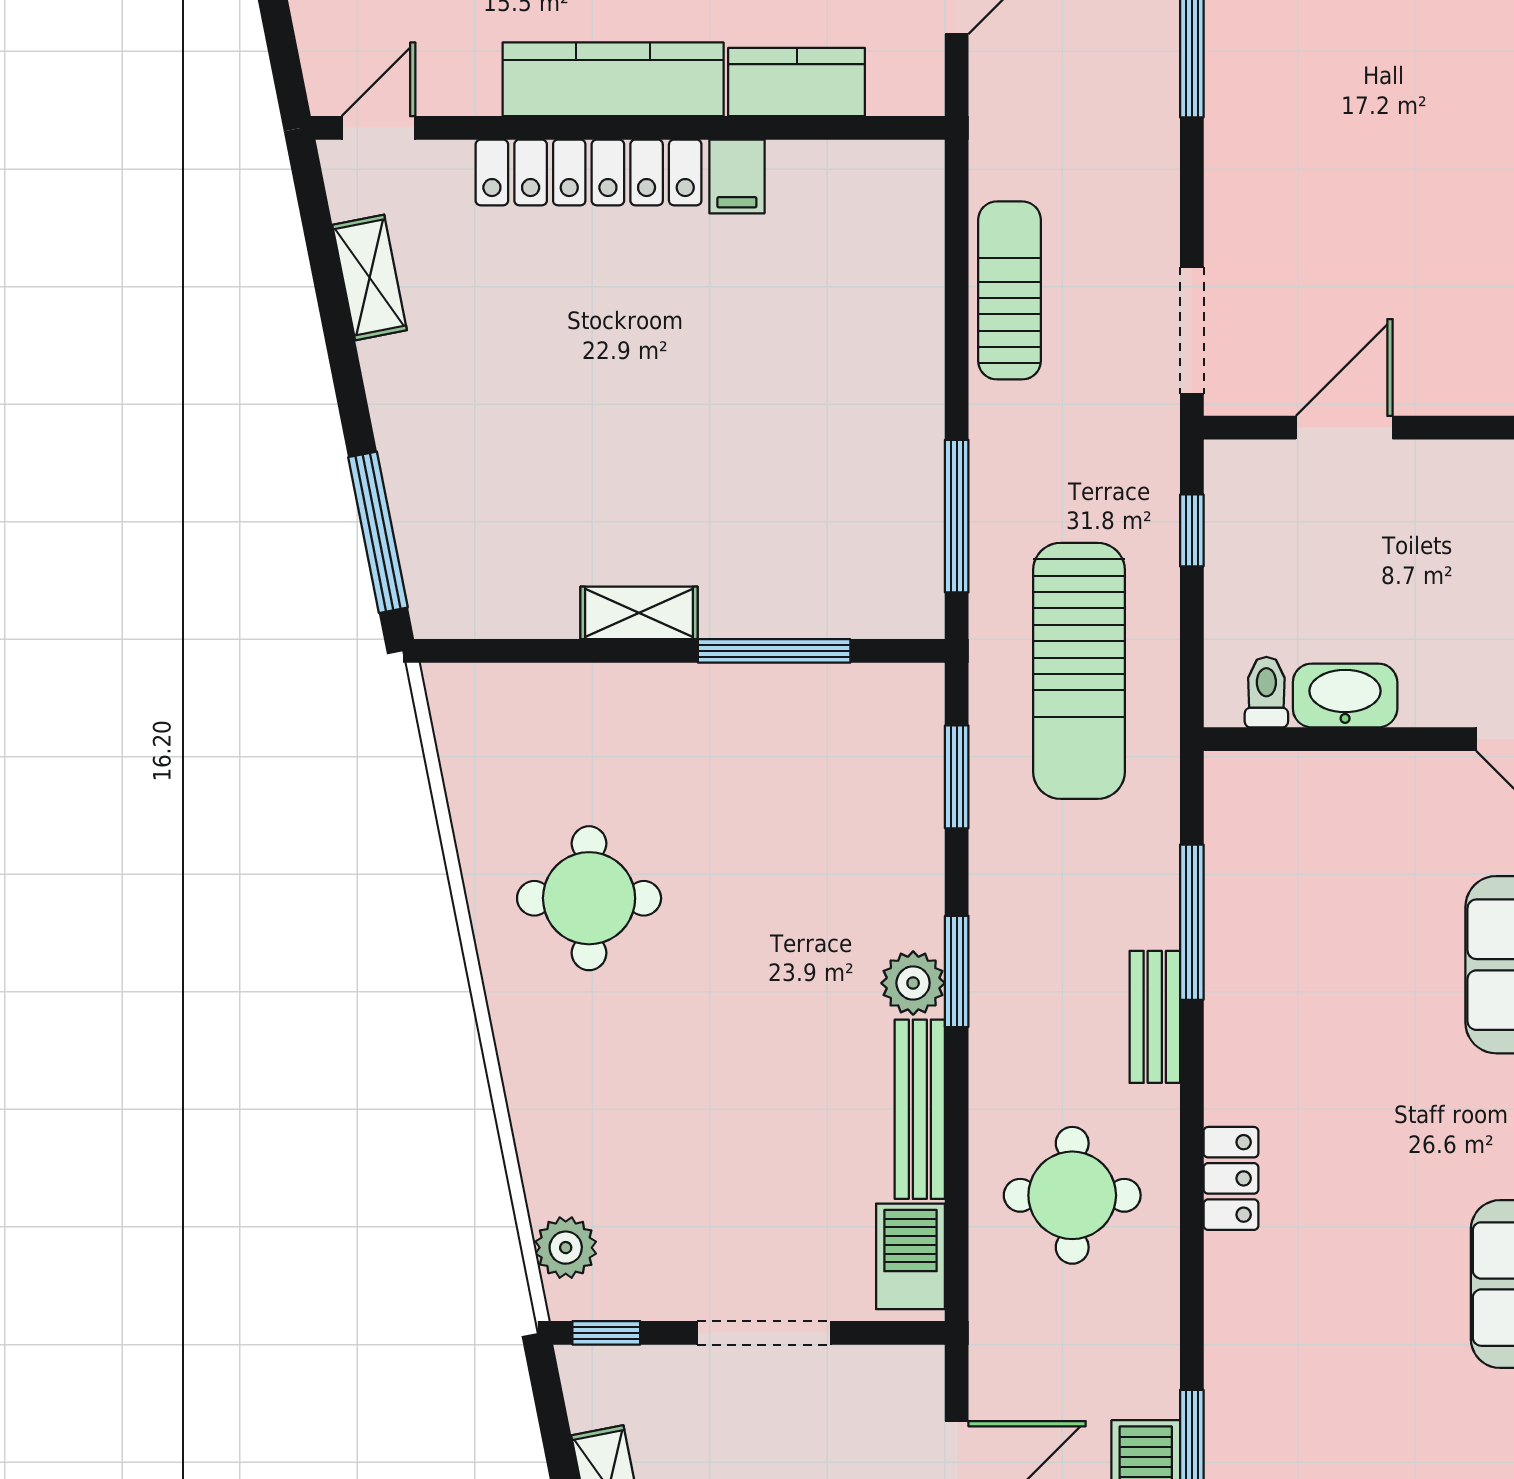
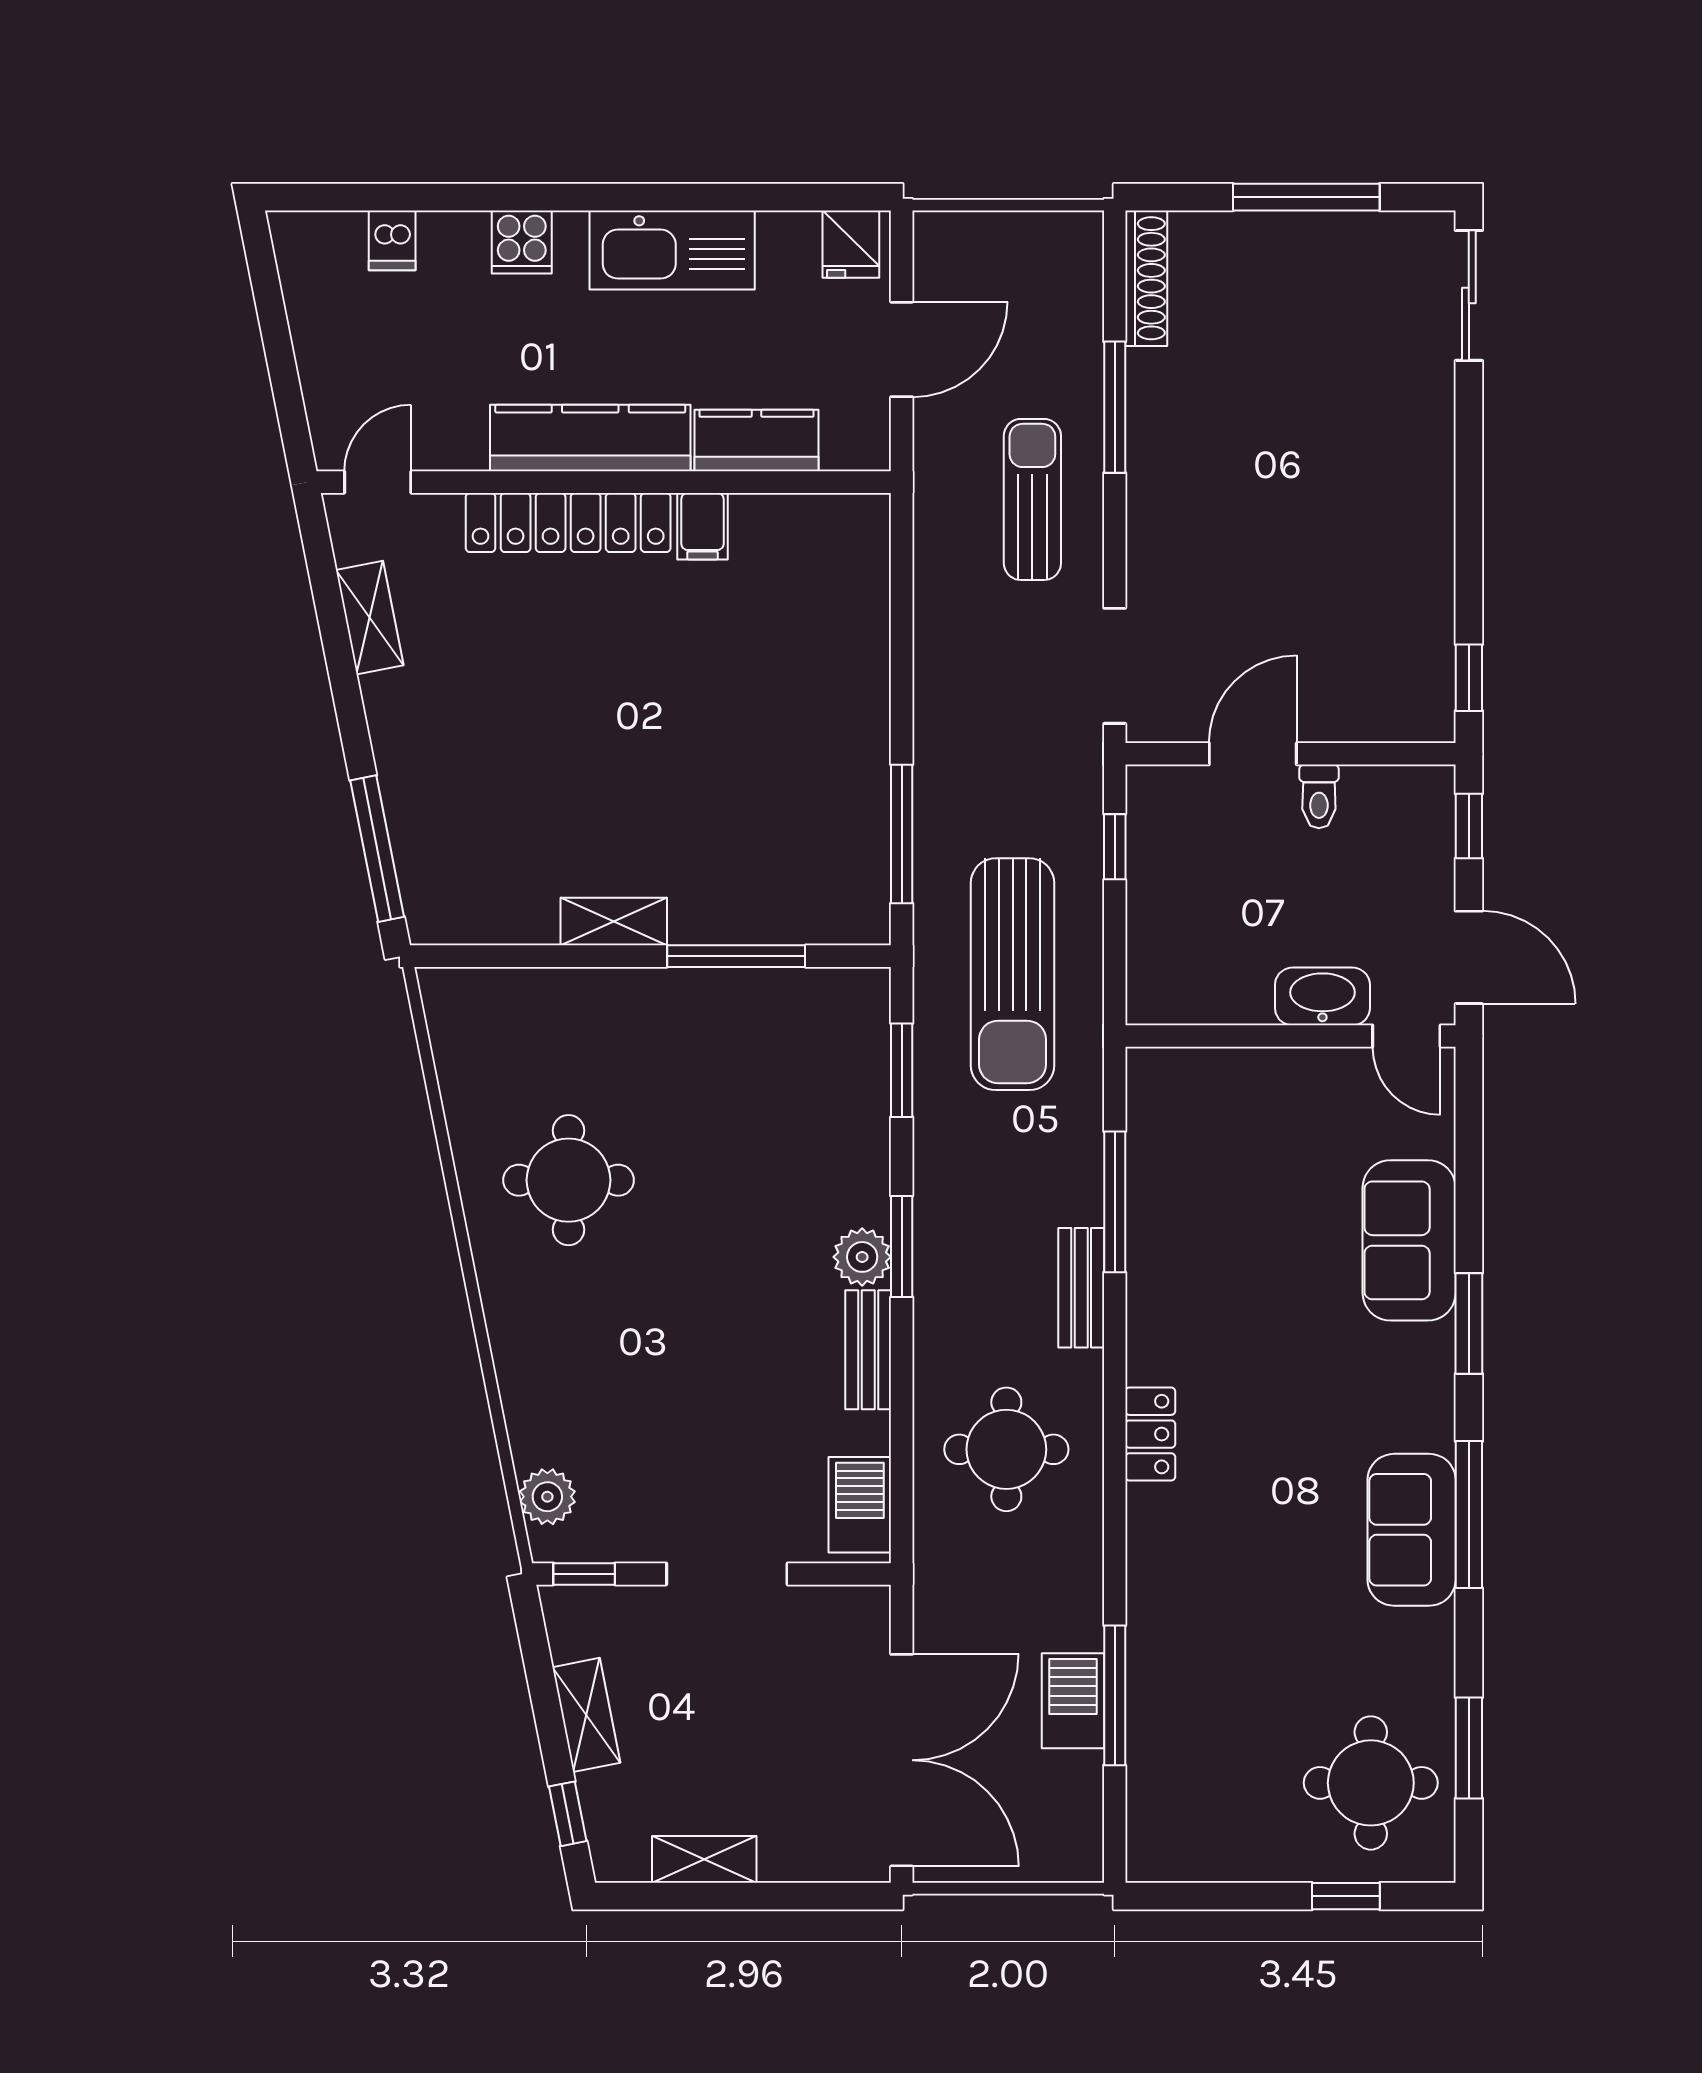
sun lounger: (1009, 290) -> (1032, 499), moved
toilet: (1266, 692) -> (1319, 796), moved, turned 180
washbasin: (1345, 695) -> (1322, 996), moved
bench: (920, 1109) -> (868, 1350), width x0.73

